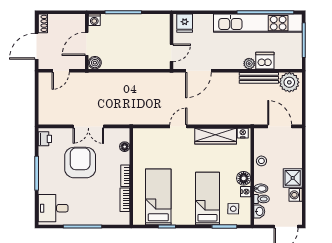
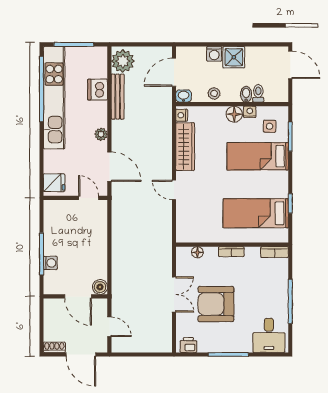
washing machine: (94, 20) -> (50, 263), moved
plant: (249, 64) -> (101, 134), moved
washing machine: (296, 195) -> (214, 54), moved
bookcase: (125, 200) -> (275, 252), moved
washbasin: (259, 211) -> (184, 96), moved

